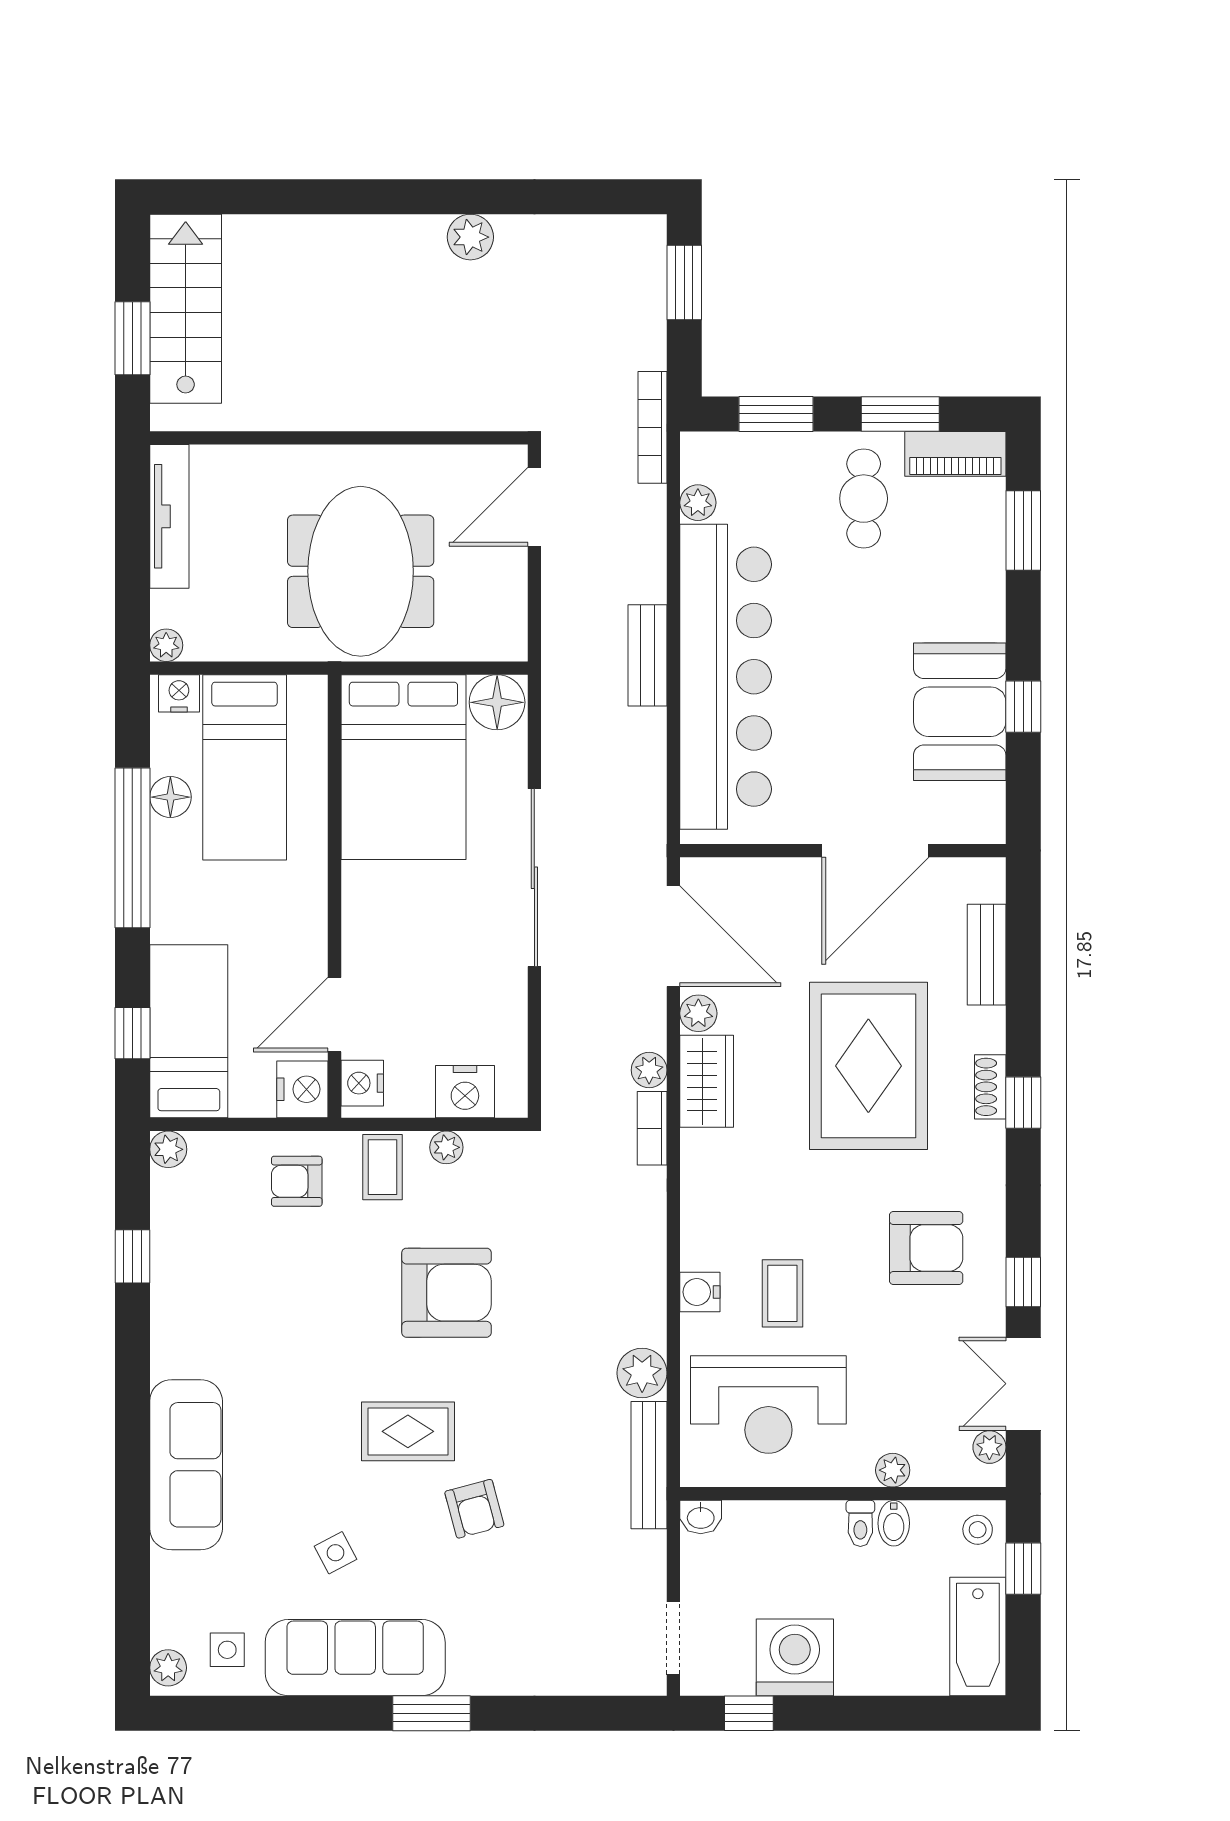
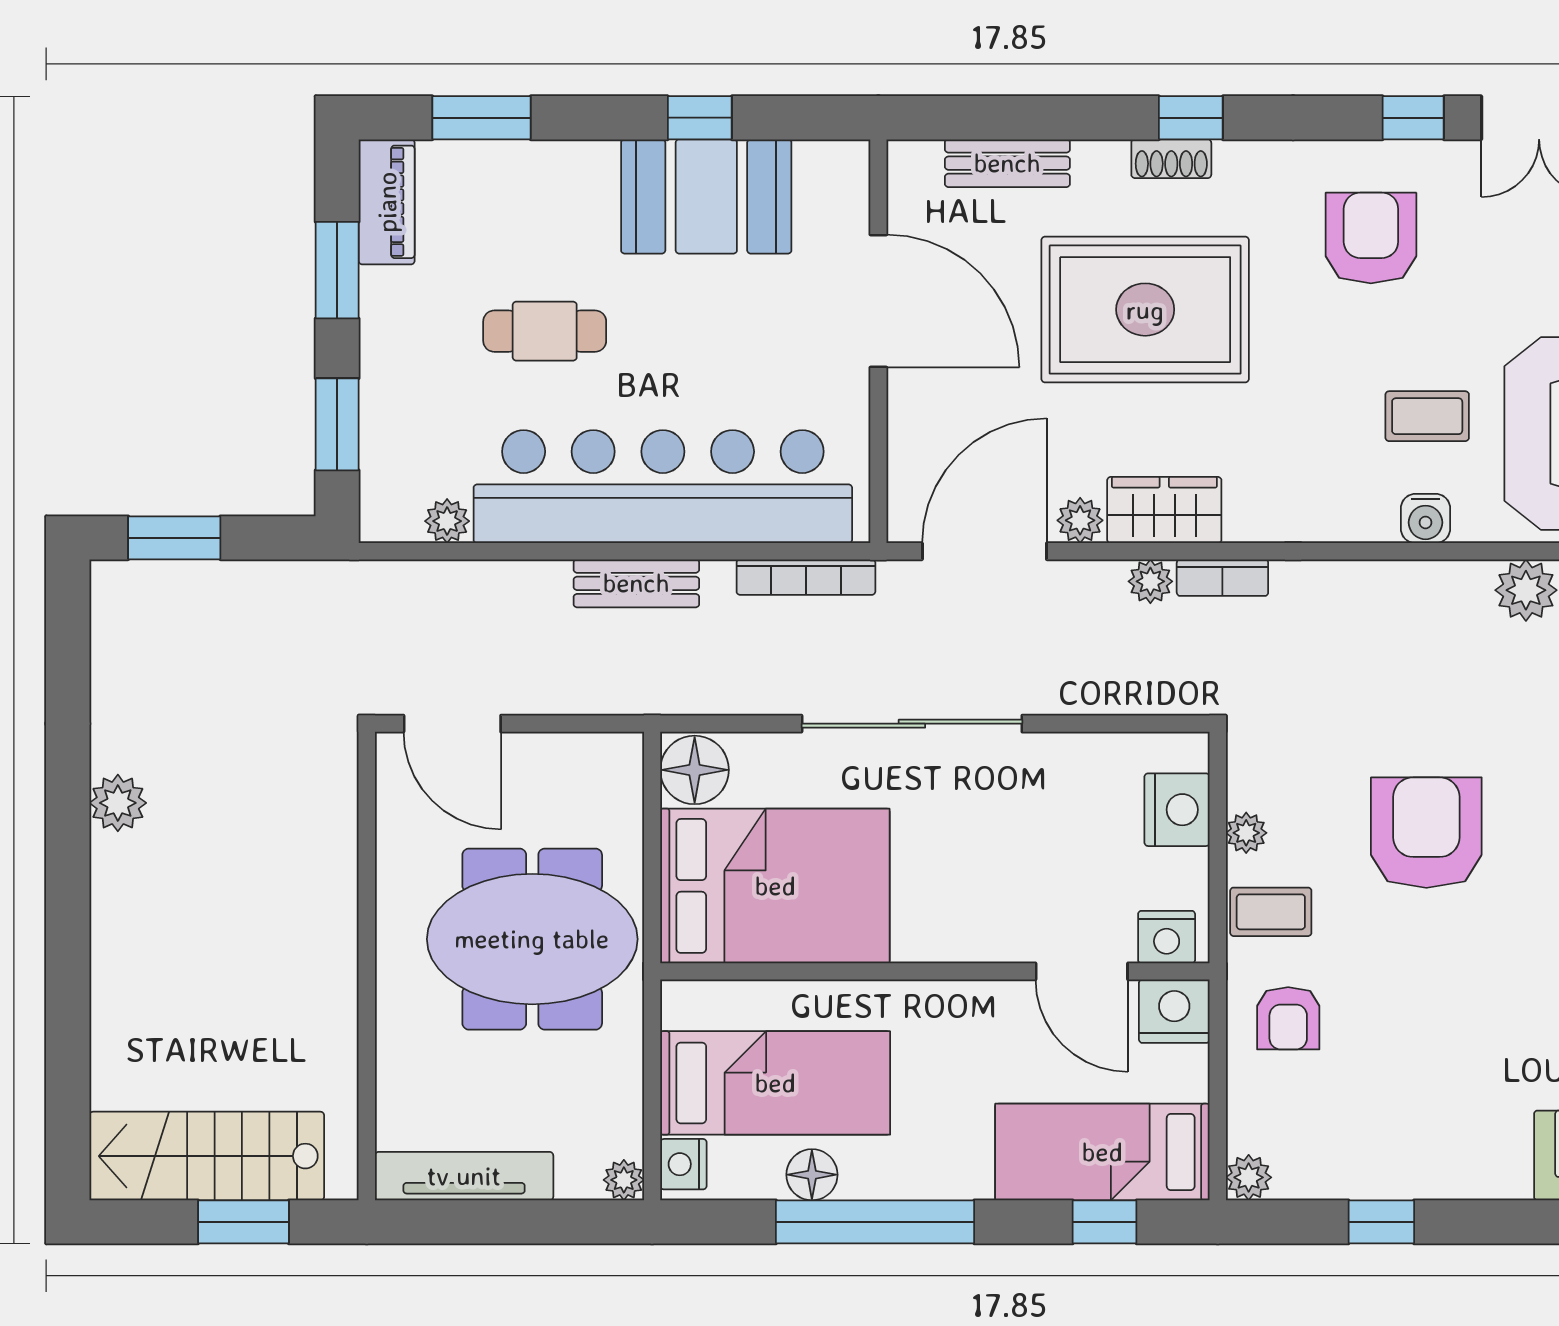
bookcase: (653, 427) -> (806, 577), moved
cafe table: (864, 499) -> (545, 331), moved

